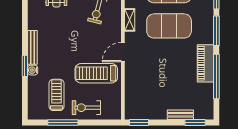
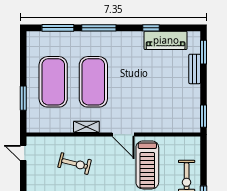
piano: (205, 63) -> (166, 40), moved
window: (216, 77) -> (151, 28), width x0.32

